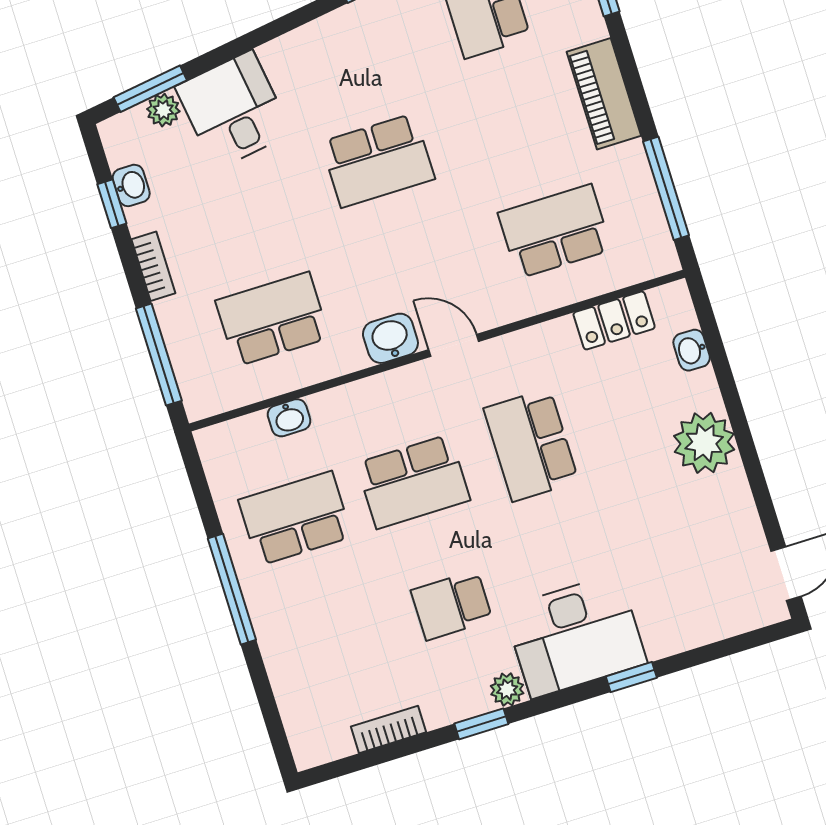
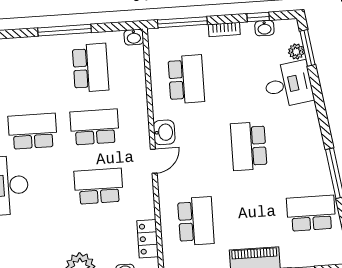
washbasin: (289, 418) -> (134, 37), moved, turned -90
school desk: (413, 482) -> (95, 127), turned 90
school desk: (452, 605) -> (33, 131), width x1.85

